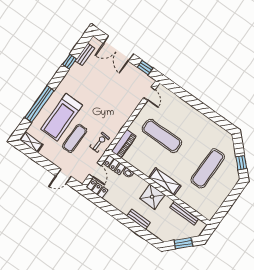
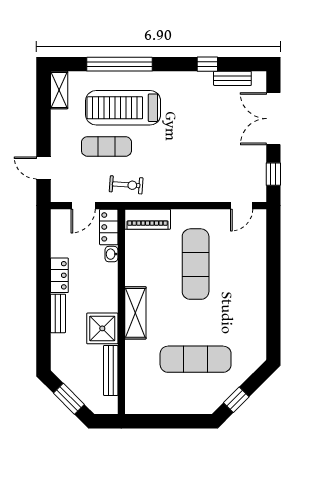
locker: (97, 189) -> (59, 275), moved
shower: (152, 197) -> (102, 328), moved

